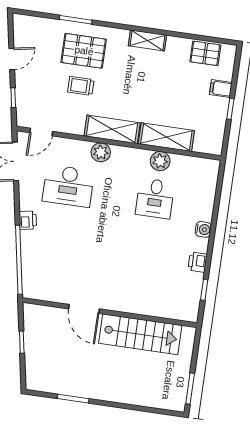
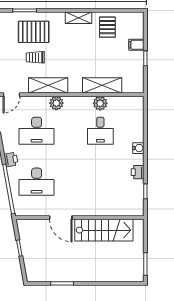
pallet: (205, 53) -> (107, 27), moved, turned 90
shelving: (112, 129) -> (48, 85), moved
desk: (58, 255) -> (37, 182), added

